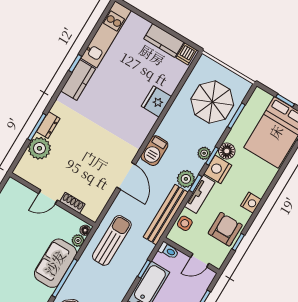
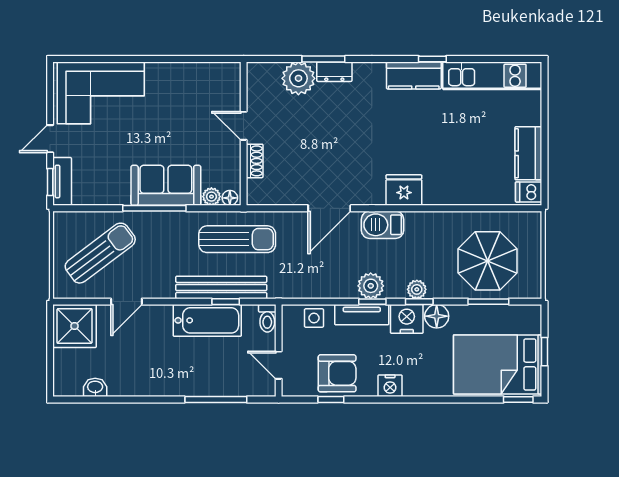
fridge: (156, 101) -> (404, 190), moved
bench: (166, 215) -> (221, 287), moved

